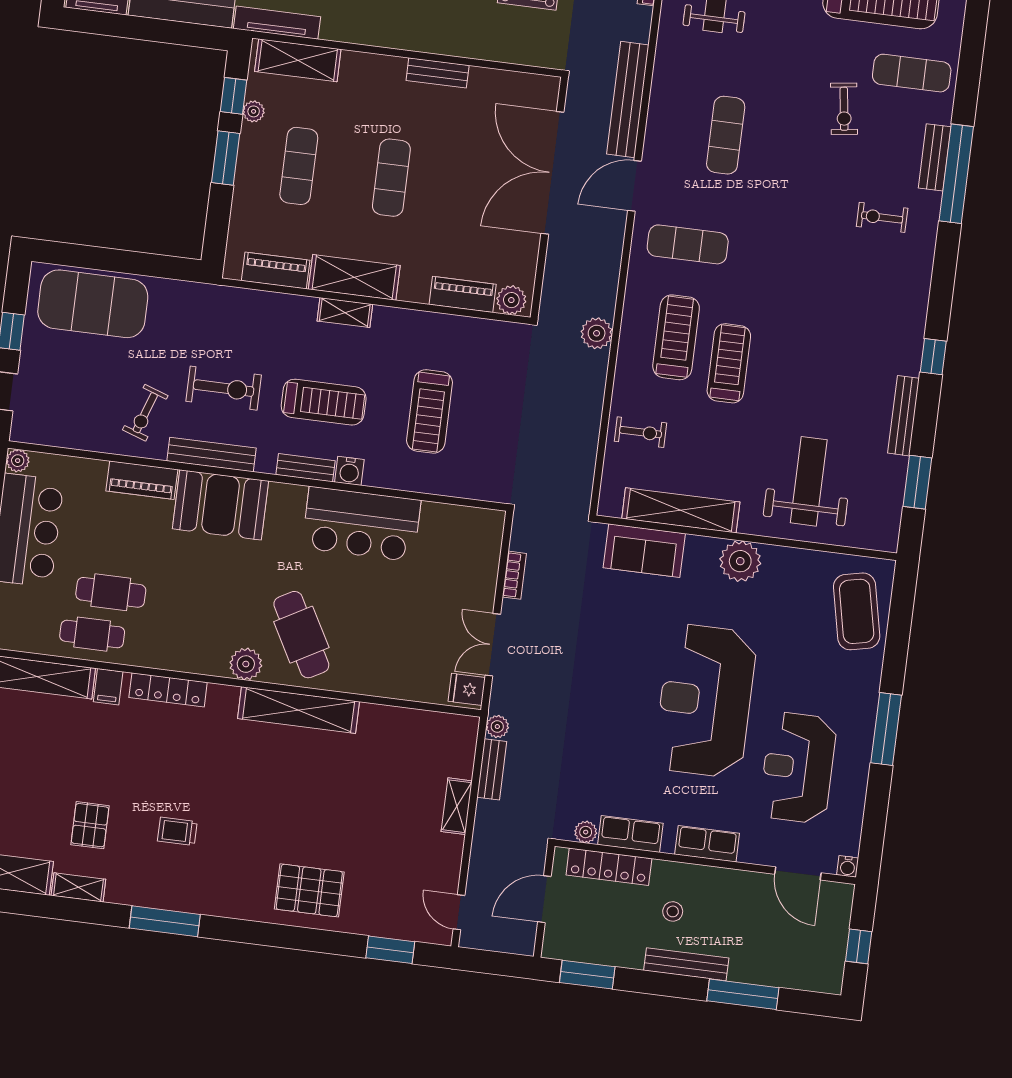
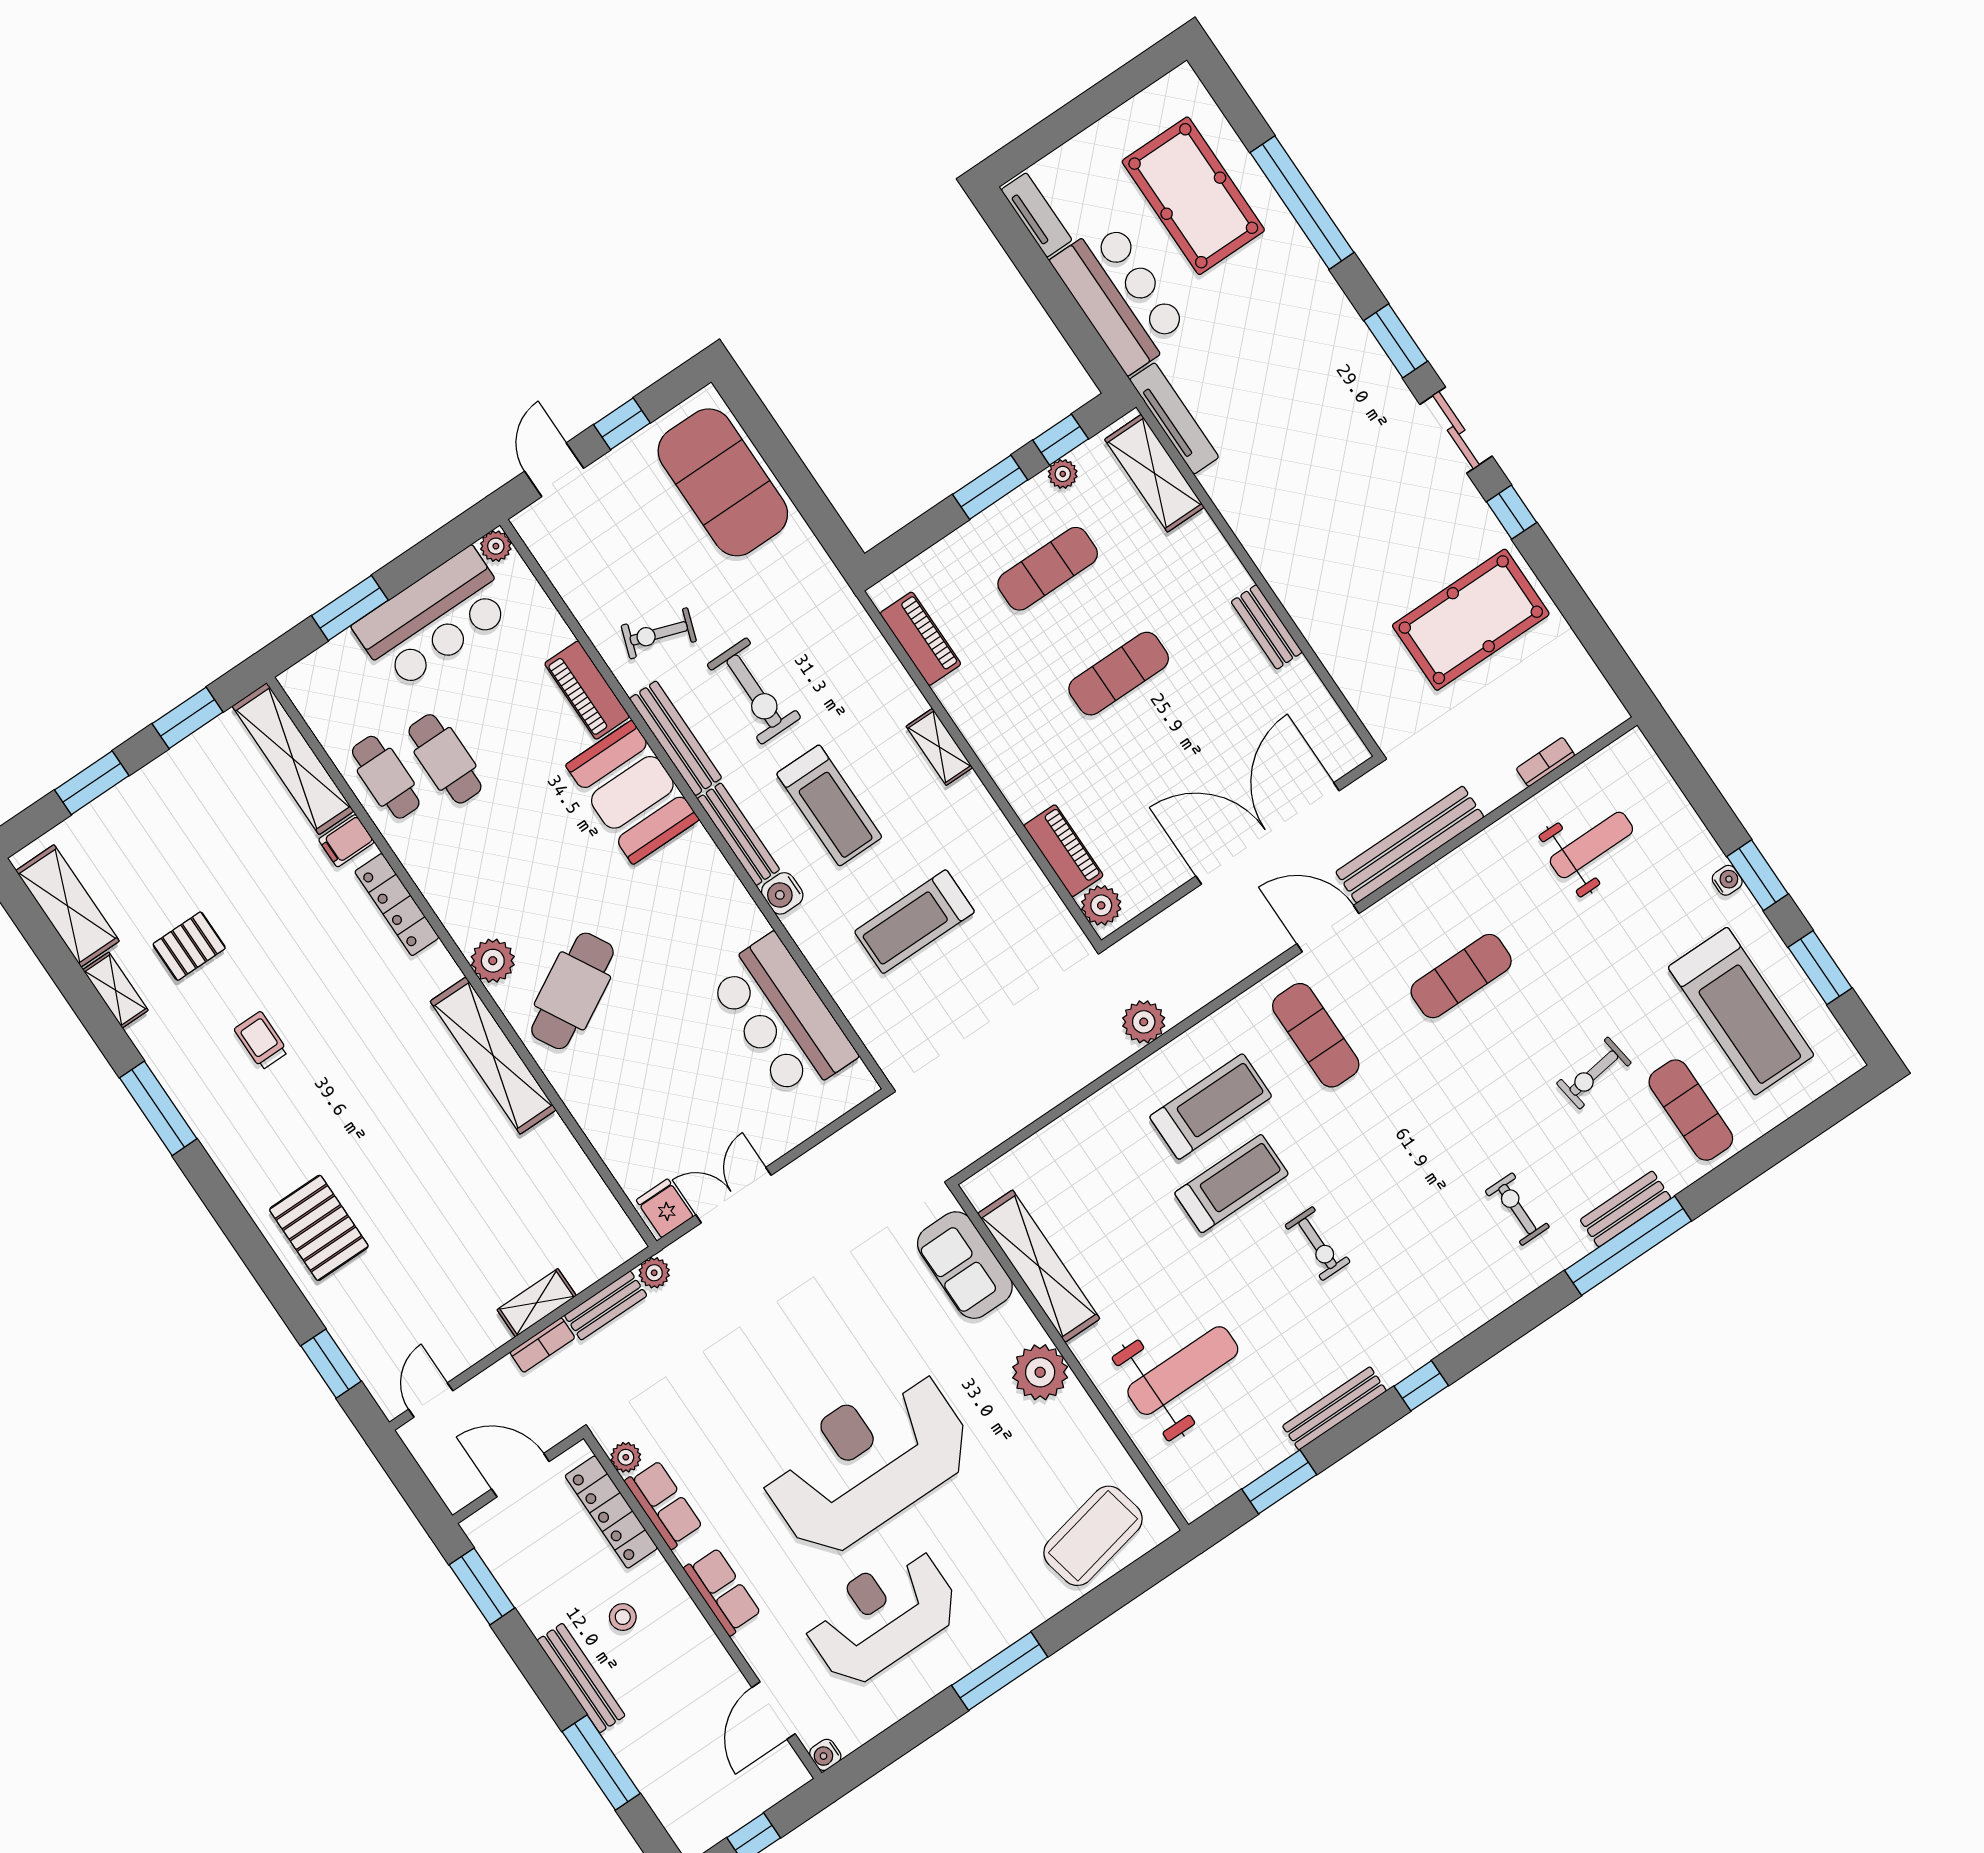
shelving: (354, 277) -> (984, 725), removed
exercise bike: (641, 432) -> (1318, 1244), moved
bench: (306, 468) -> (738, 834), width x1.36
bar counter: (361, 524) -> (782, 1017), moved
bookcase: (514, 575) -> (542, 1345), moved

